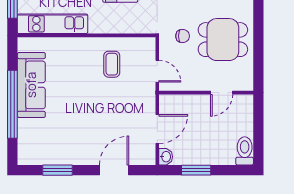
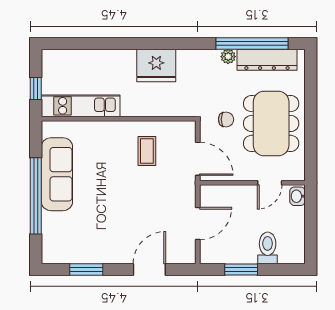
dining table: (223, 40) -> (271, 123), width x1.37
door: (157, 71) -> (198, 159), width x1.38
toilet: (245, 151) -> (268, 248), moved
washbasin: (166, 157) -> (297, 196), moved, turned 180

